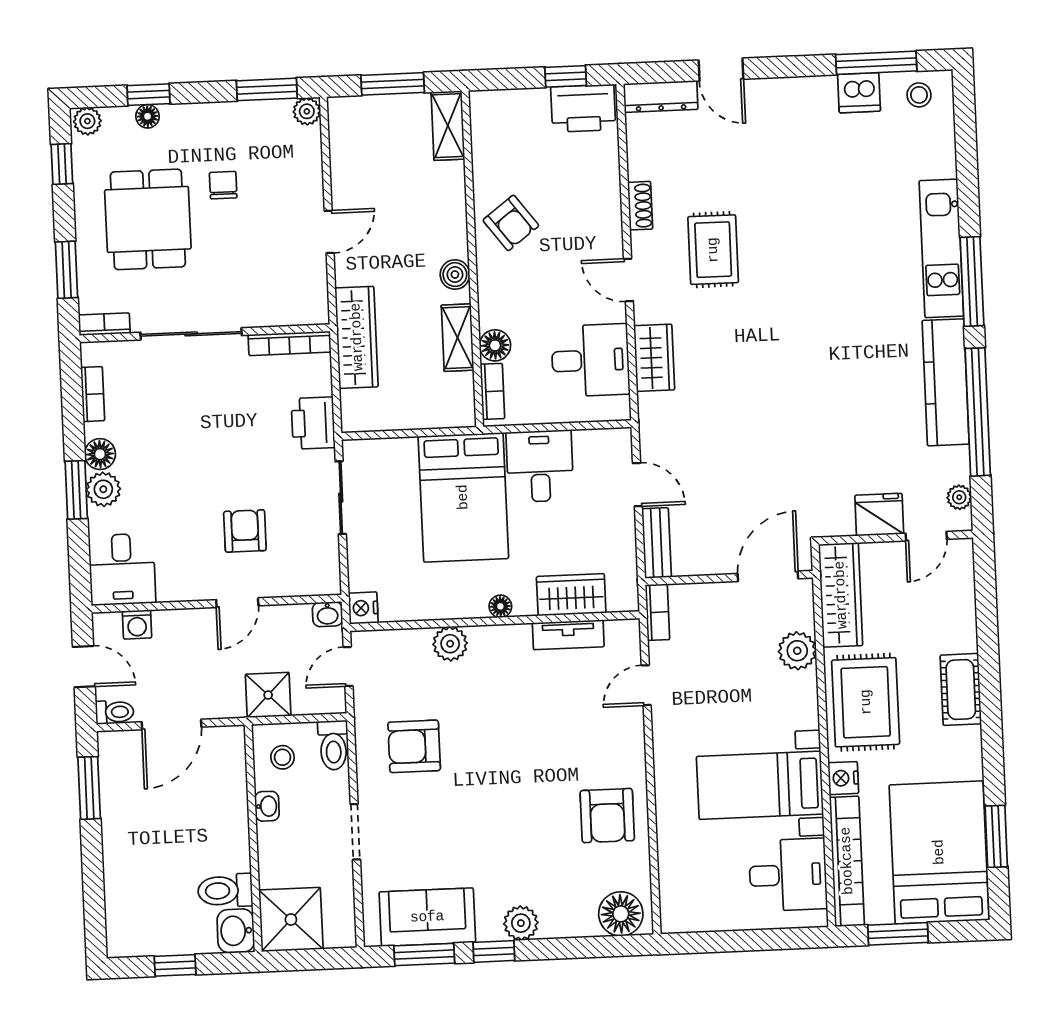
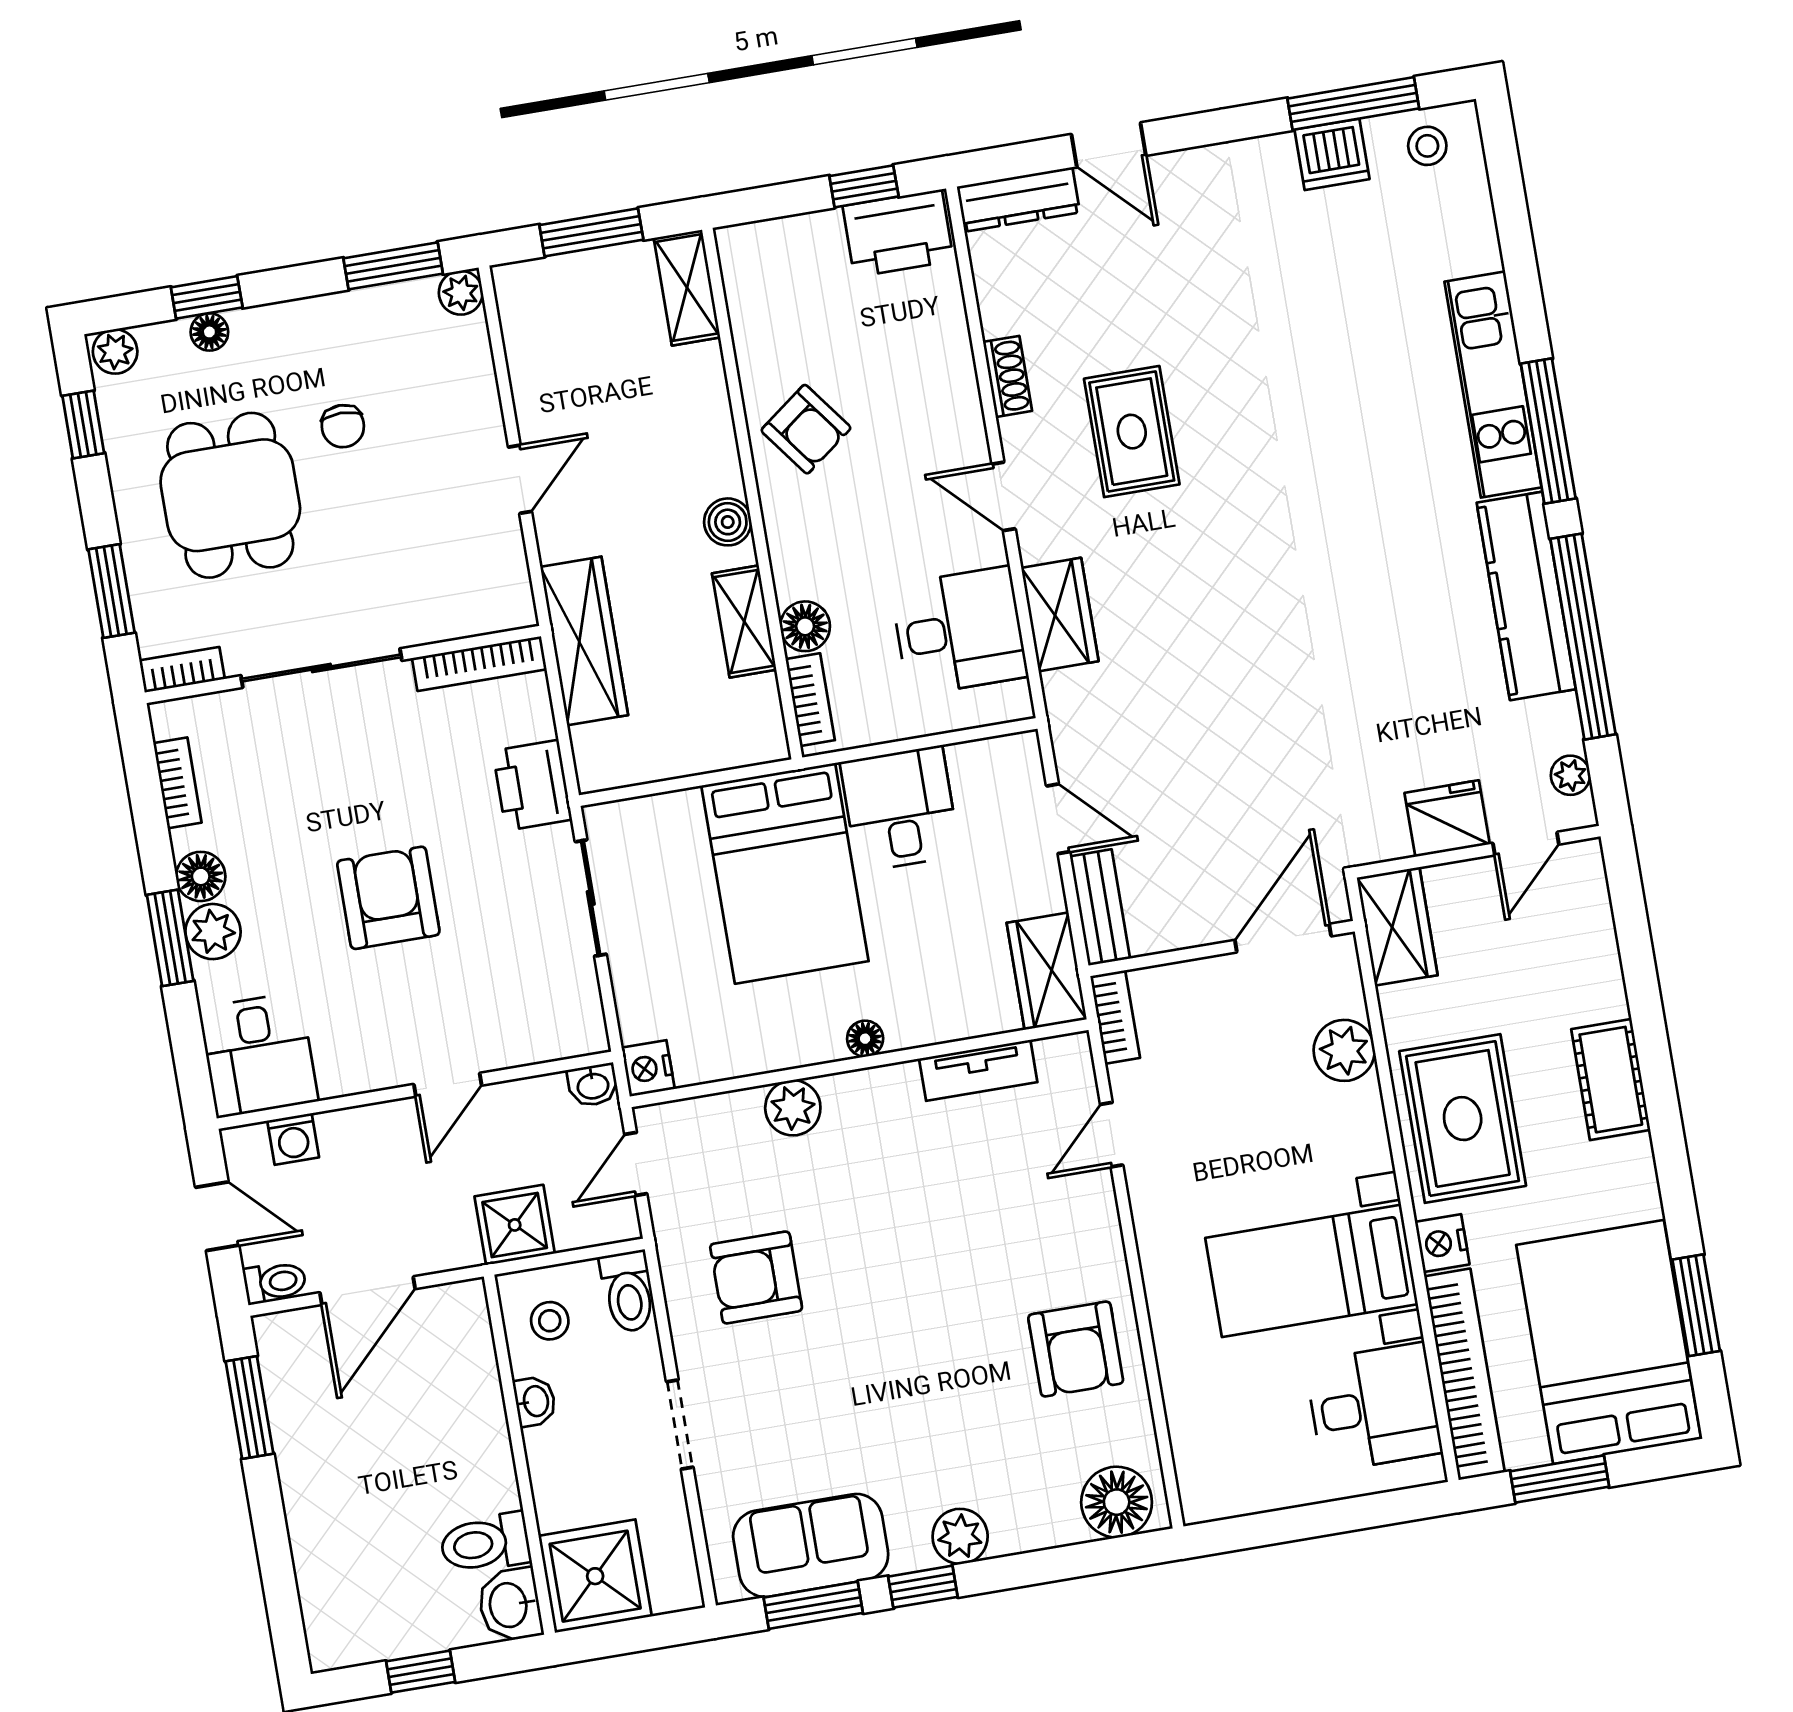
chair: (223, 185) -> (343, 426), turned 180
armchair: (245, 531) -> (388, 898), moved, width x1.38, depth x1.38
wardrobe: (571, 595) -> (1047, 971), moved, turned -90
wardrobe: (841, 595) -> (1397, 926), width x0.67

